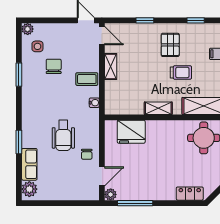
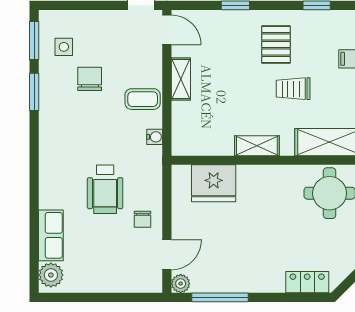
plant: (28, 29) -> (48, 19), removed
trolley: (181, 72) -> (293, 89), turned 180
window: (19, 142) -> (34, 41), moved

